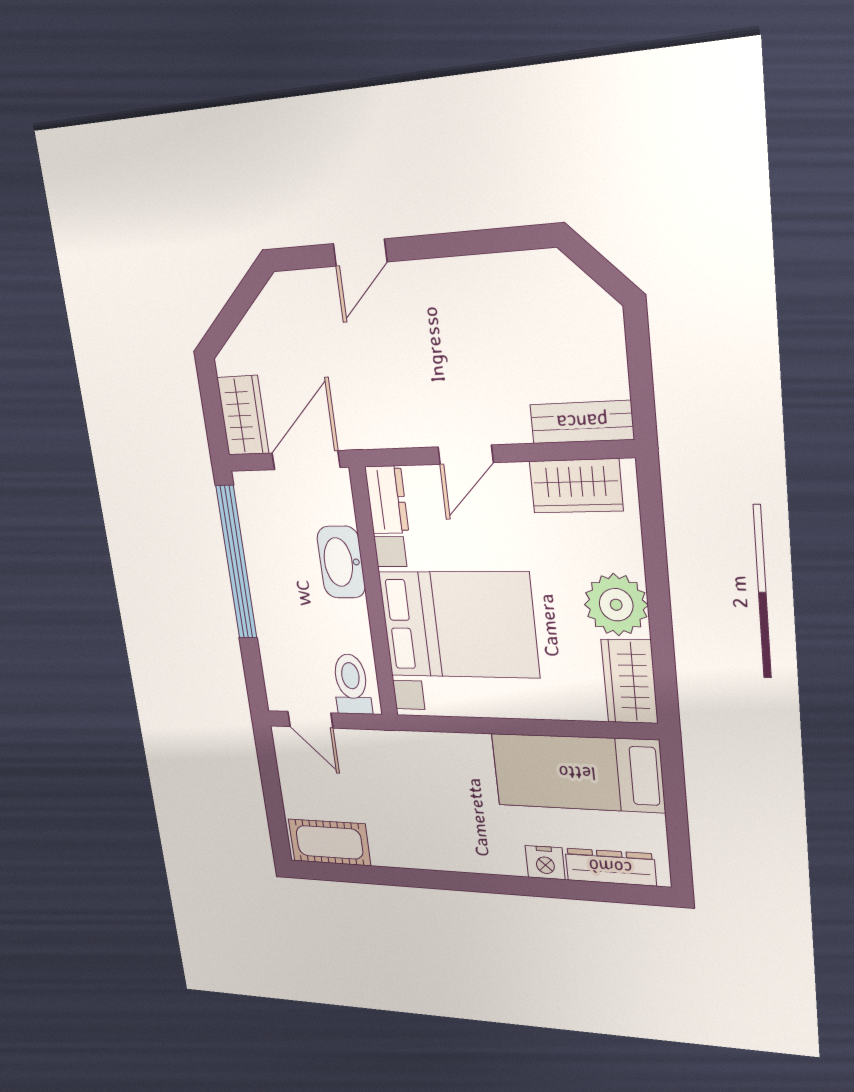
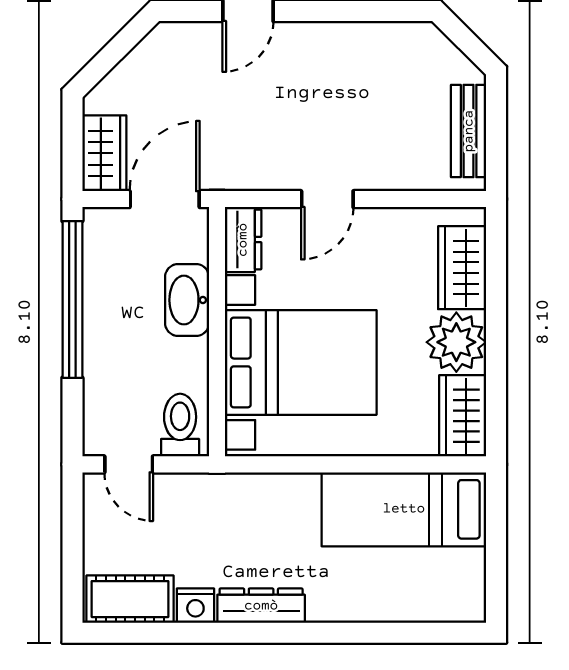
bench: (582, 422) -> (469, 131), moved, turned 90
wardrobe: (576, 486) -> (462, 268), moved, turned 90
nightstand: (545, 863) -> (195, 606), moved
dresser: (610, 867) -> (261, 606), moved

